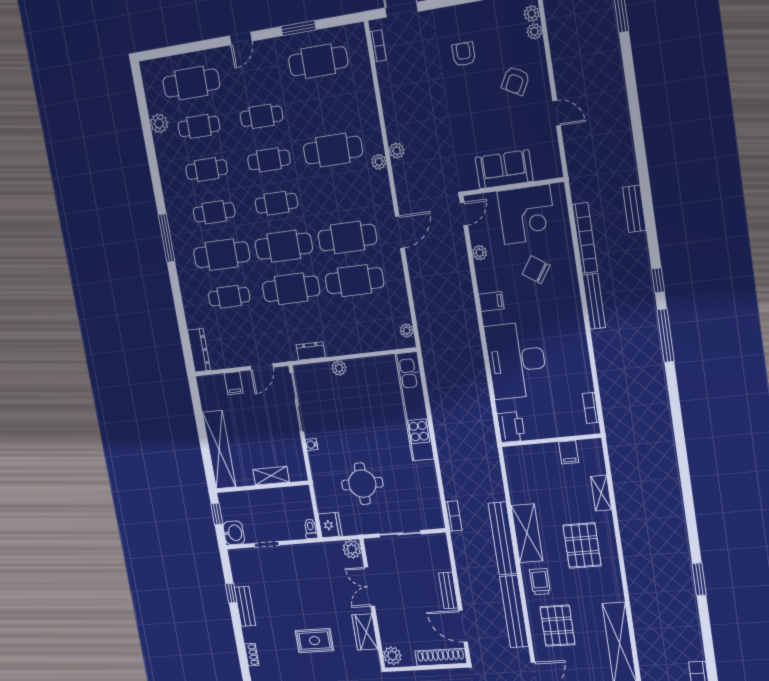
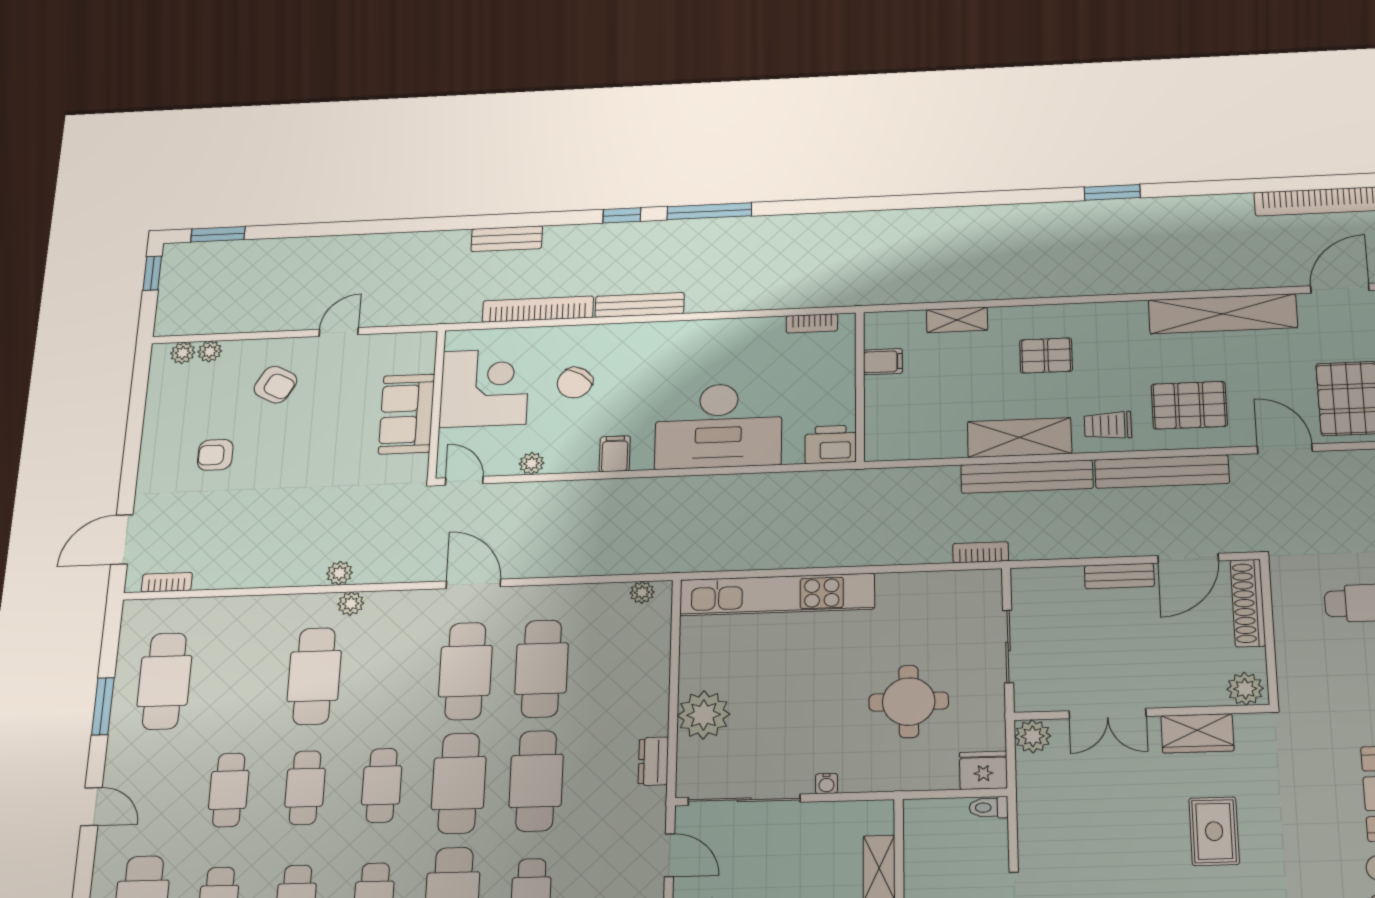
plant: (339, 368) -> (704, 715), width x1.88, depth x1.88
pallet: (582, 545) -> (1046, 356), width x0.67, depth x0.71

